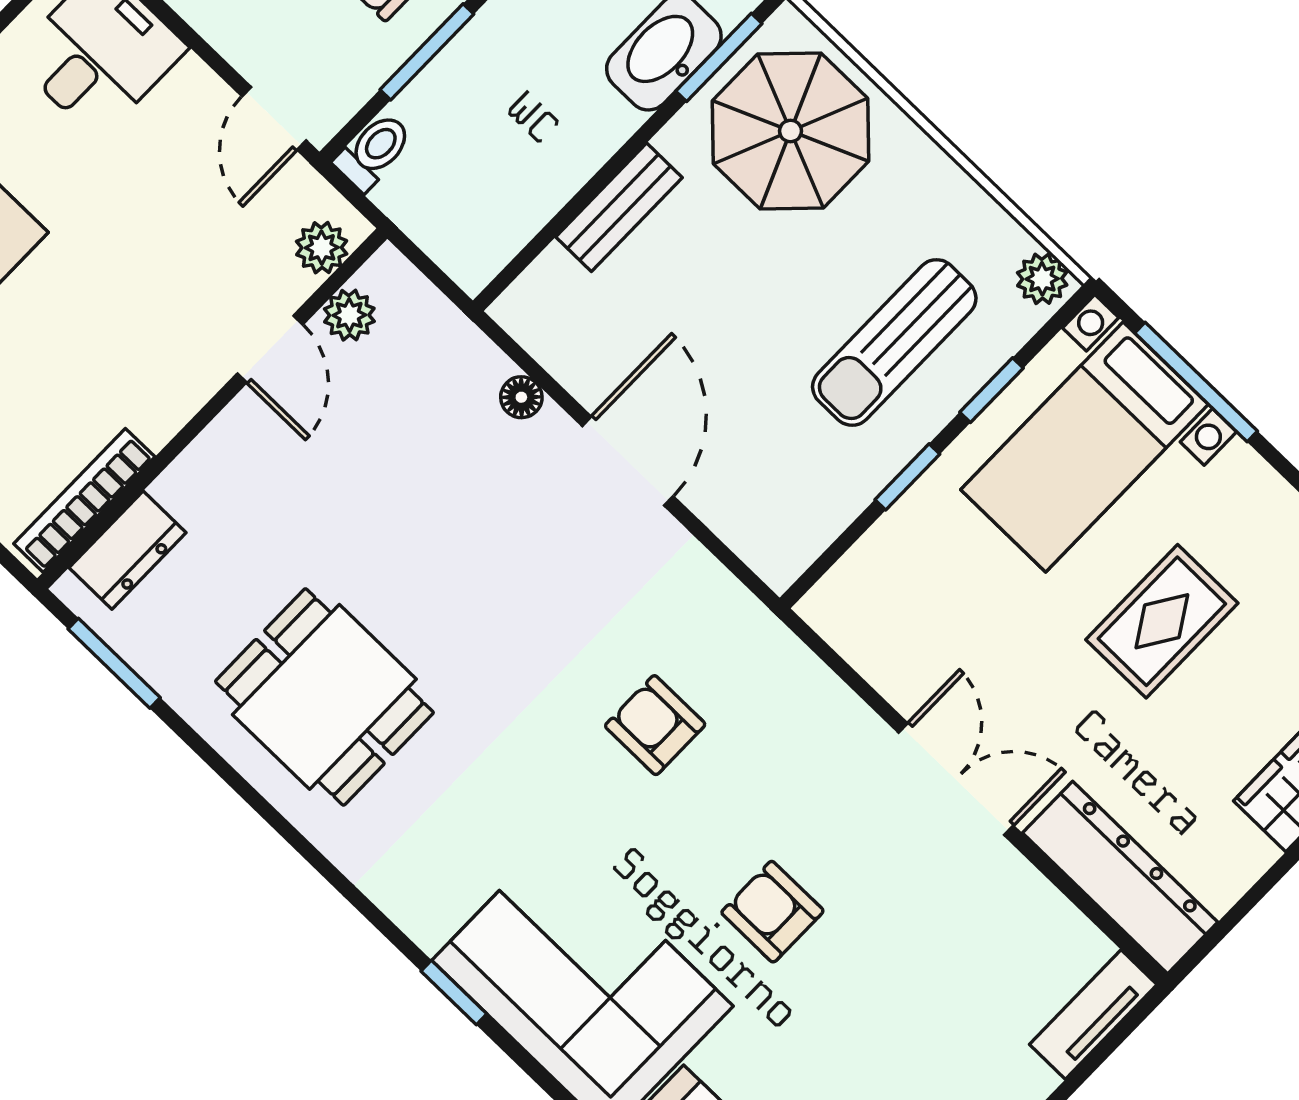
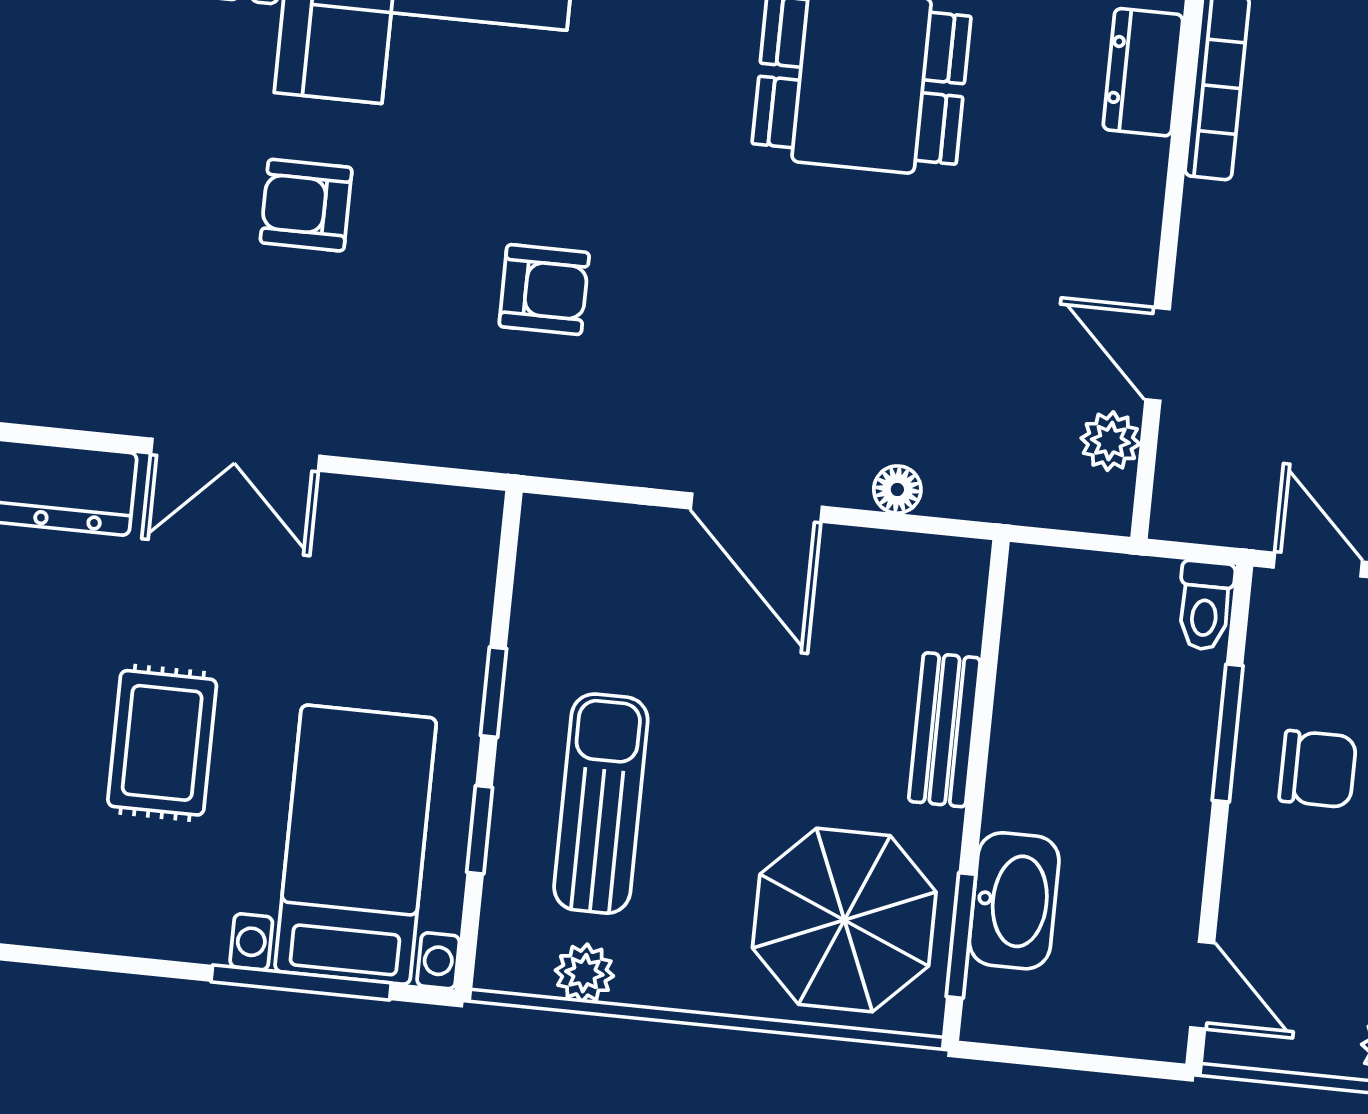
plant: (322, 248) -> (1183, 482), removed
plant: (1042, 279) -> (584, 973), moved
armchair: (772, 912) -> (306, 205), turned 180

